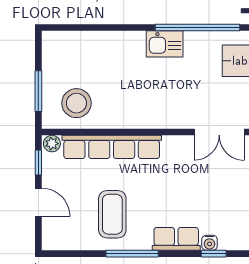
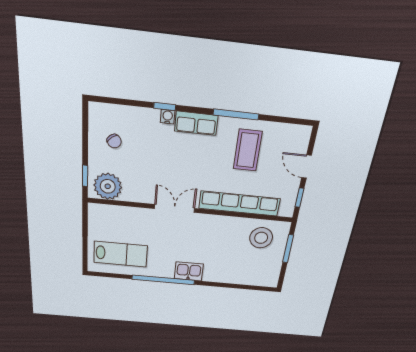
double door: (219, 132) -> (175, 208), moved
plant: (52, 144) -> (286, 211), removed

